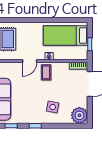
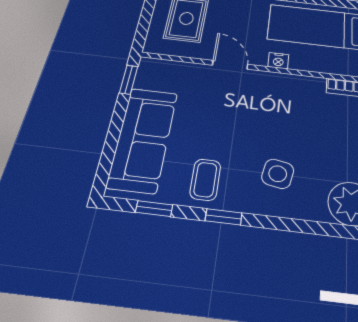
door: (30, 61) -> (230, 65), swing flipped
coffee table: (46, 72) -> (205, 180), moved

